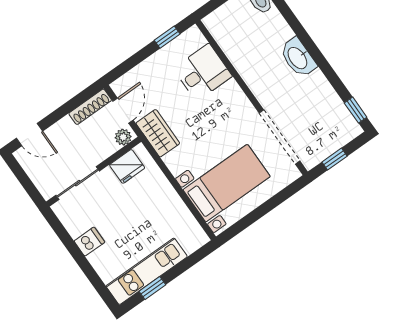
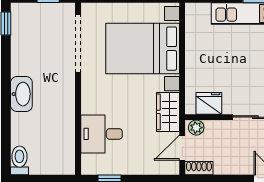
shoe rack: (90, 107) -> (199, 168), width x0.70
bed with nightstands: (227, 183) -> (143, 49), width x1.36

